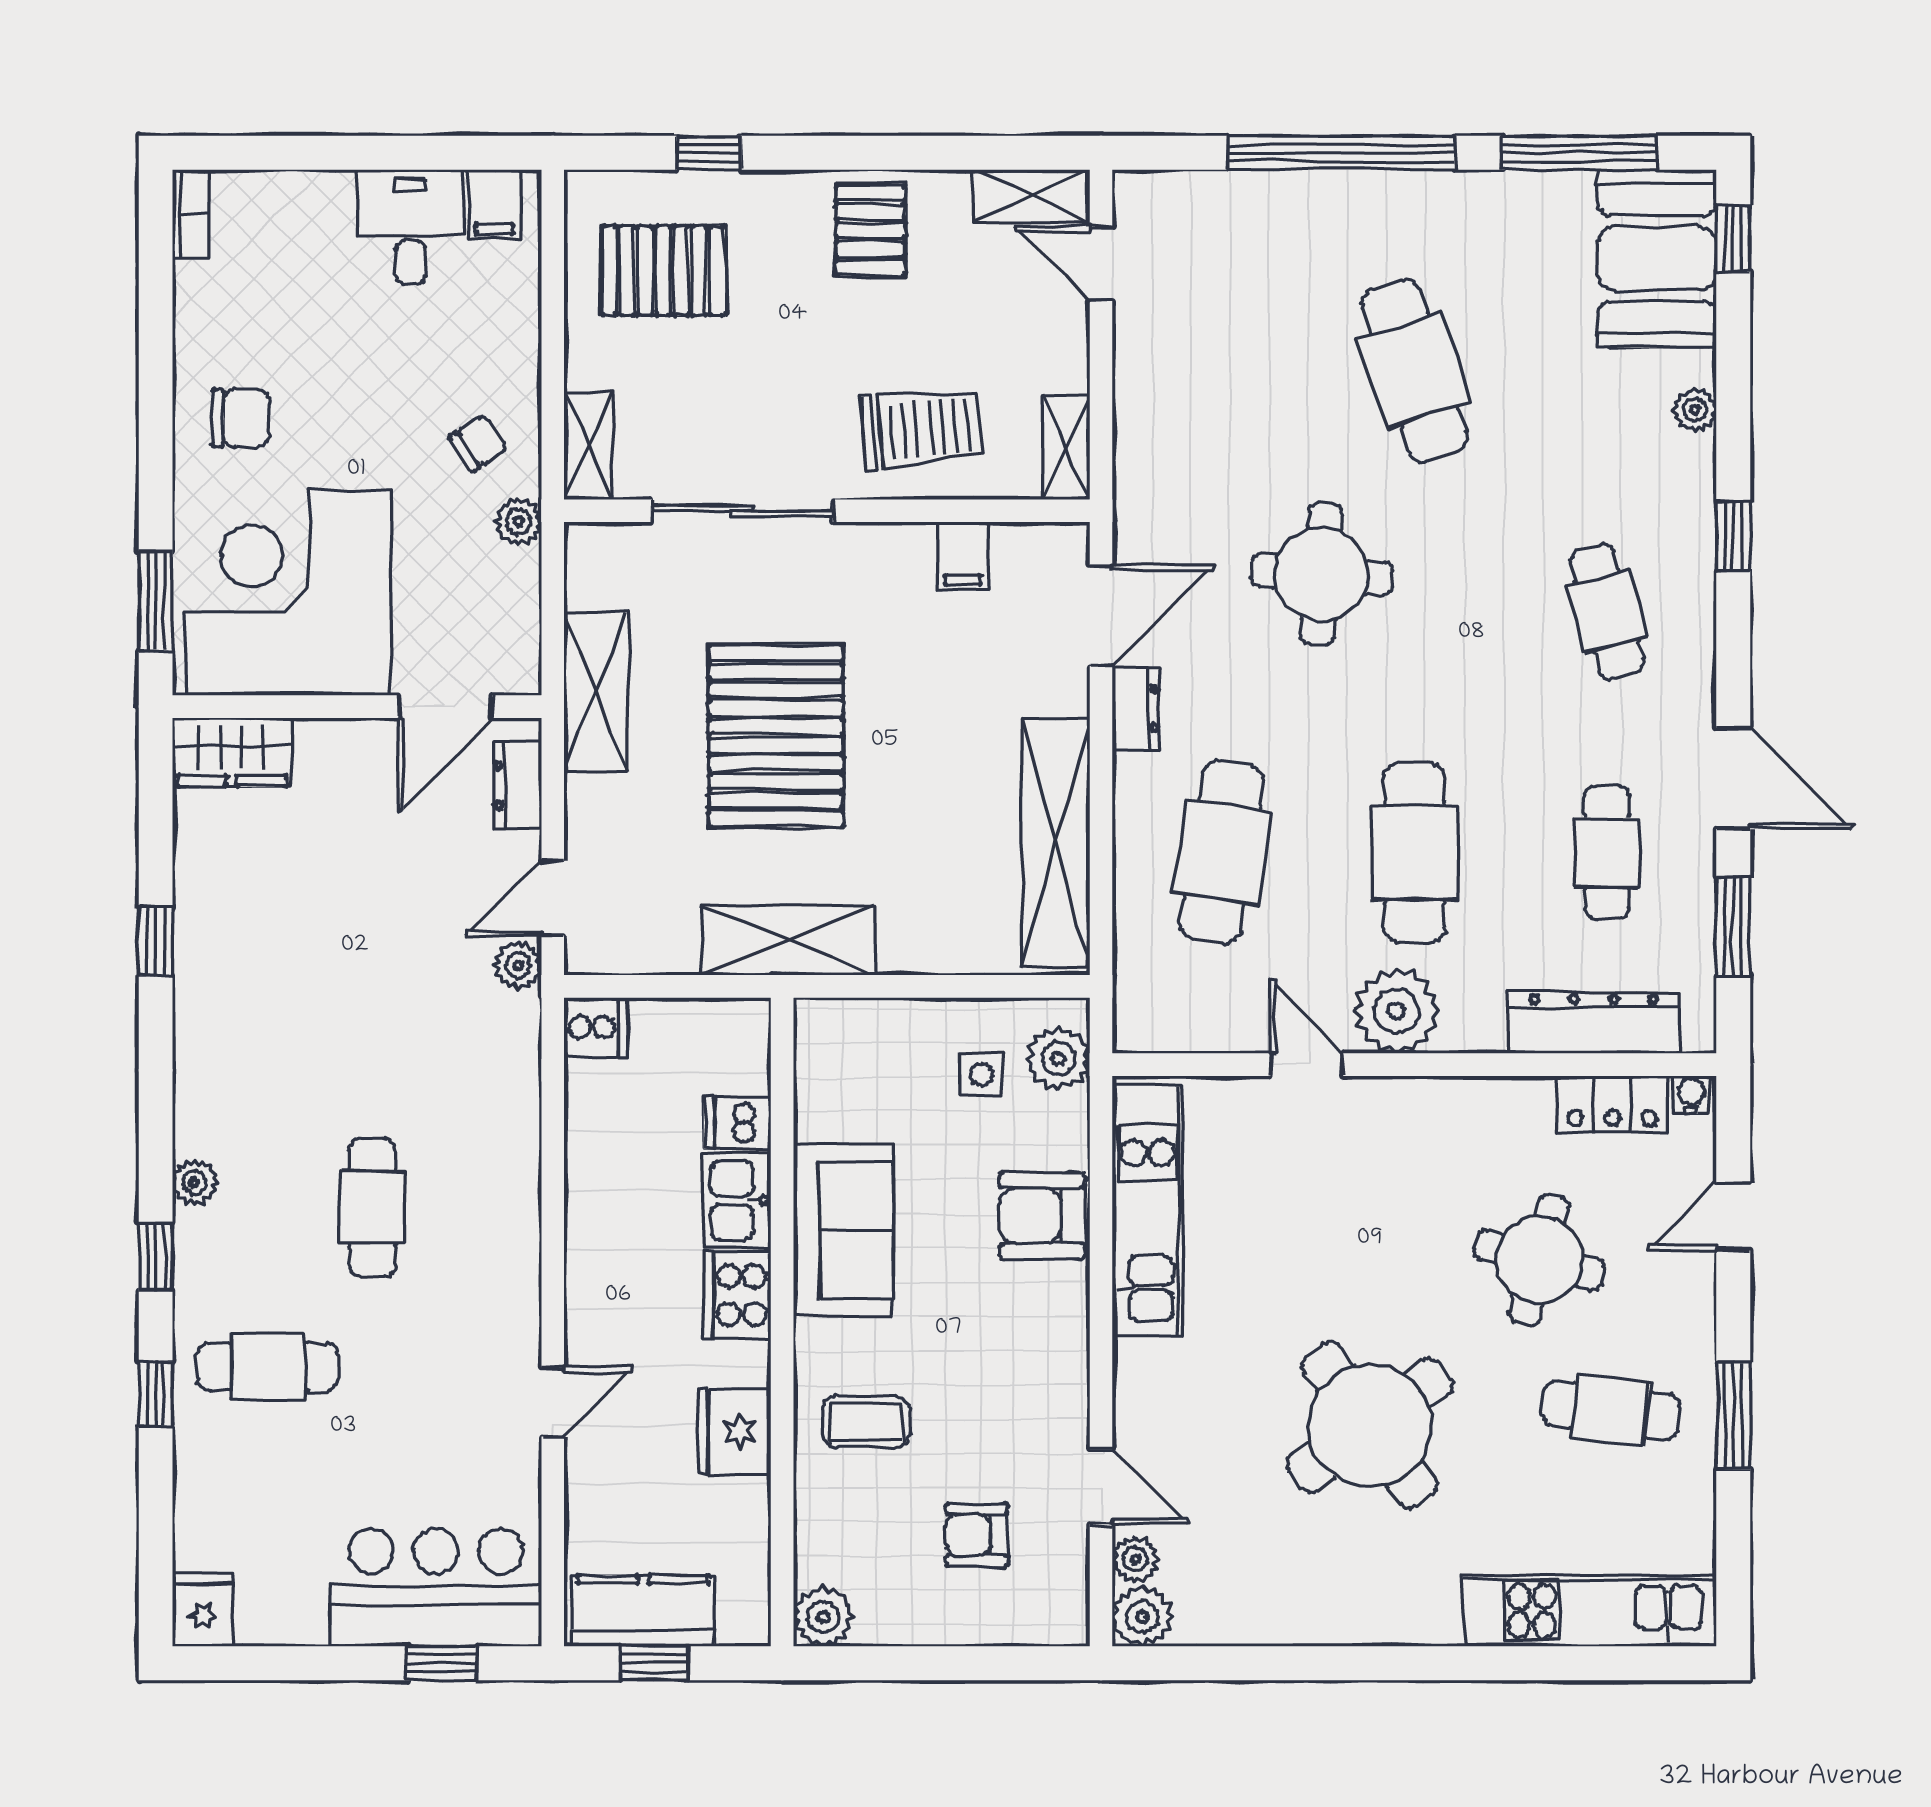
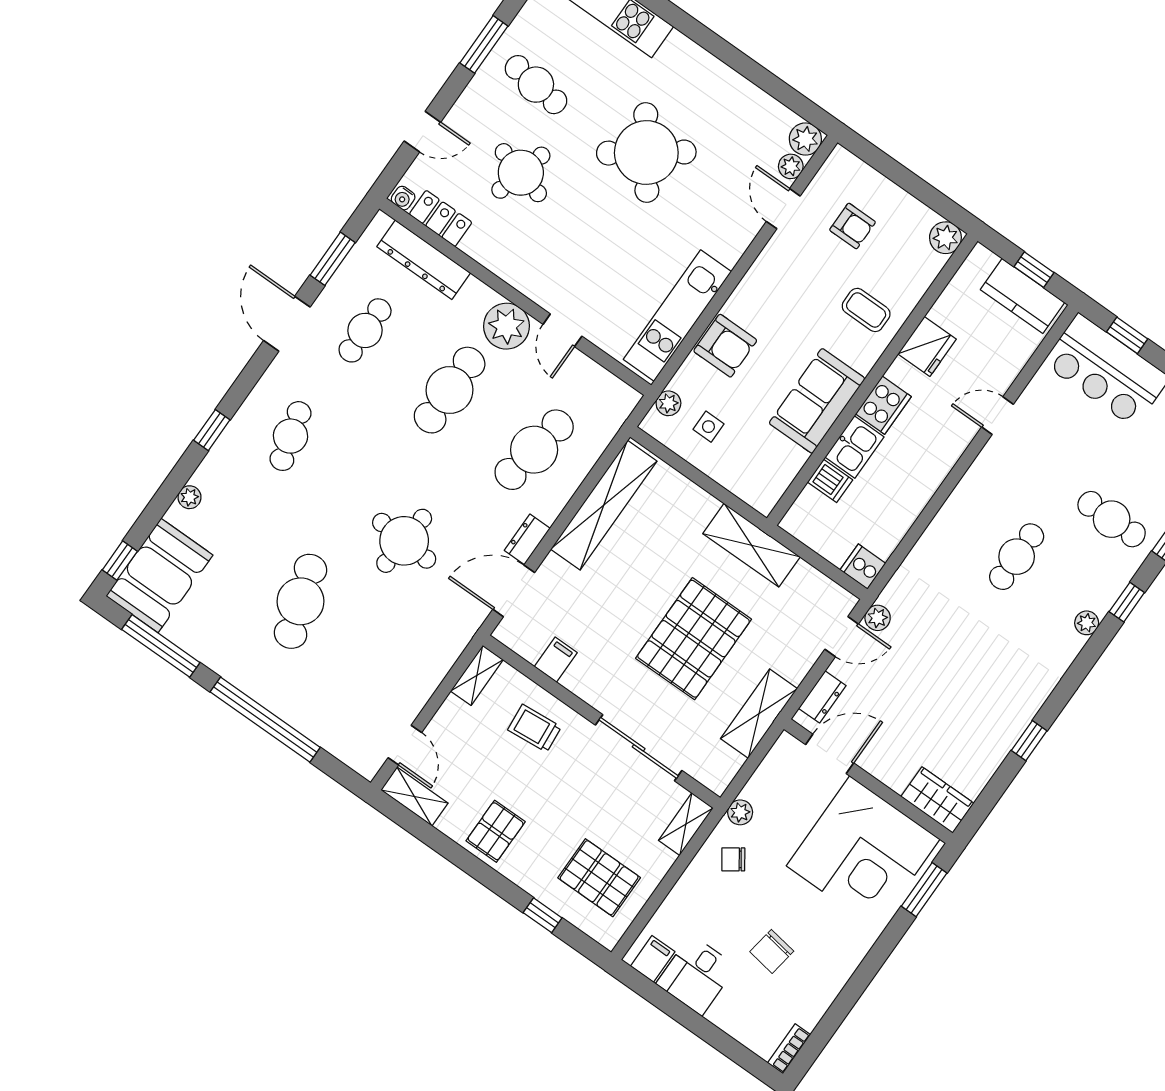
chair: (241, 418) -> (772, 951), moved, turned -81
trolley: (922, 429) -> (534, 728), width x0.73, depth x0.72
plant: (1058, 1059) -> (668, 403), width x0.73, depth x0.73

